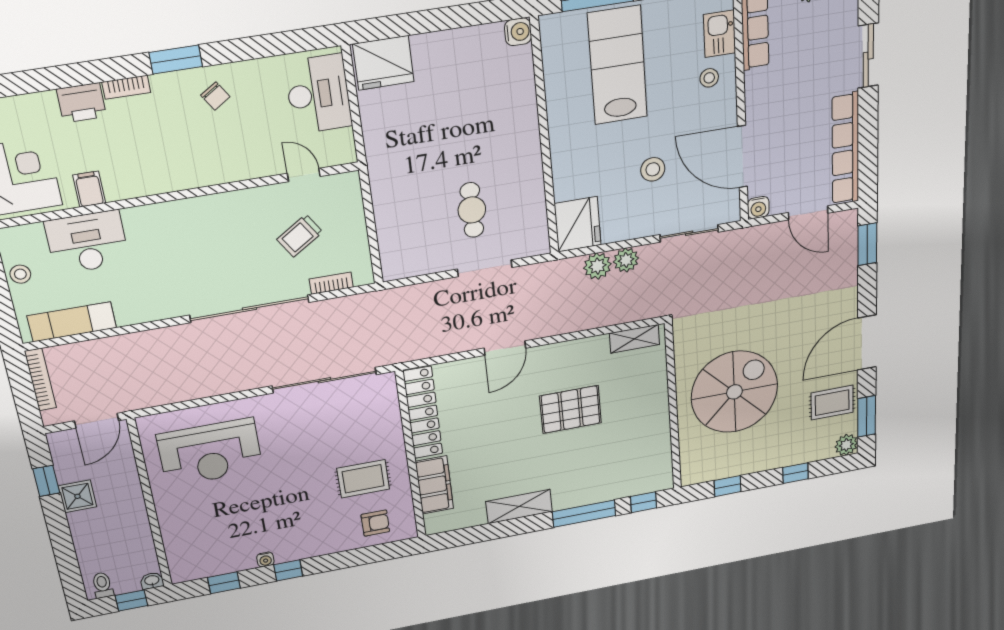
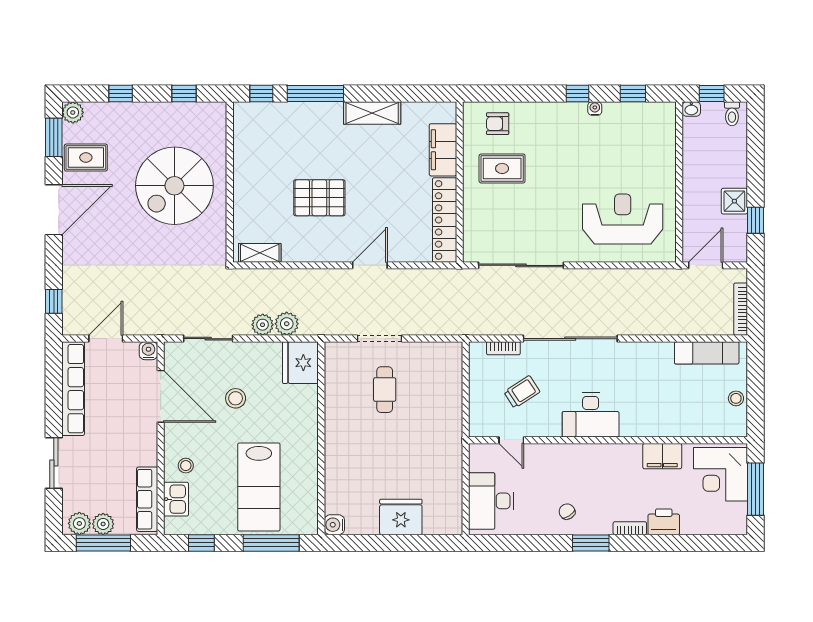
fridge: (383, 63) -> (401, 517), moved
filing cabinet: (89, 189) -> (662, 456), width x2.00
door: (808, 213) -> (106, 339), hinge flipped
desk: (87, 242) -> (591, 415), moved
window: (867, 244) -> (54, 301), width x0.67

